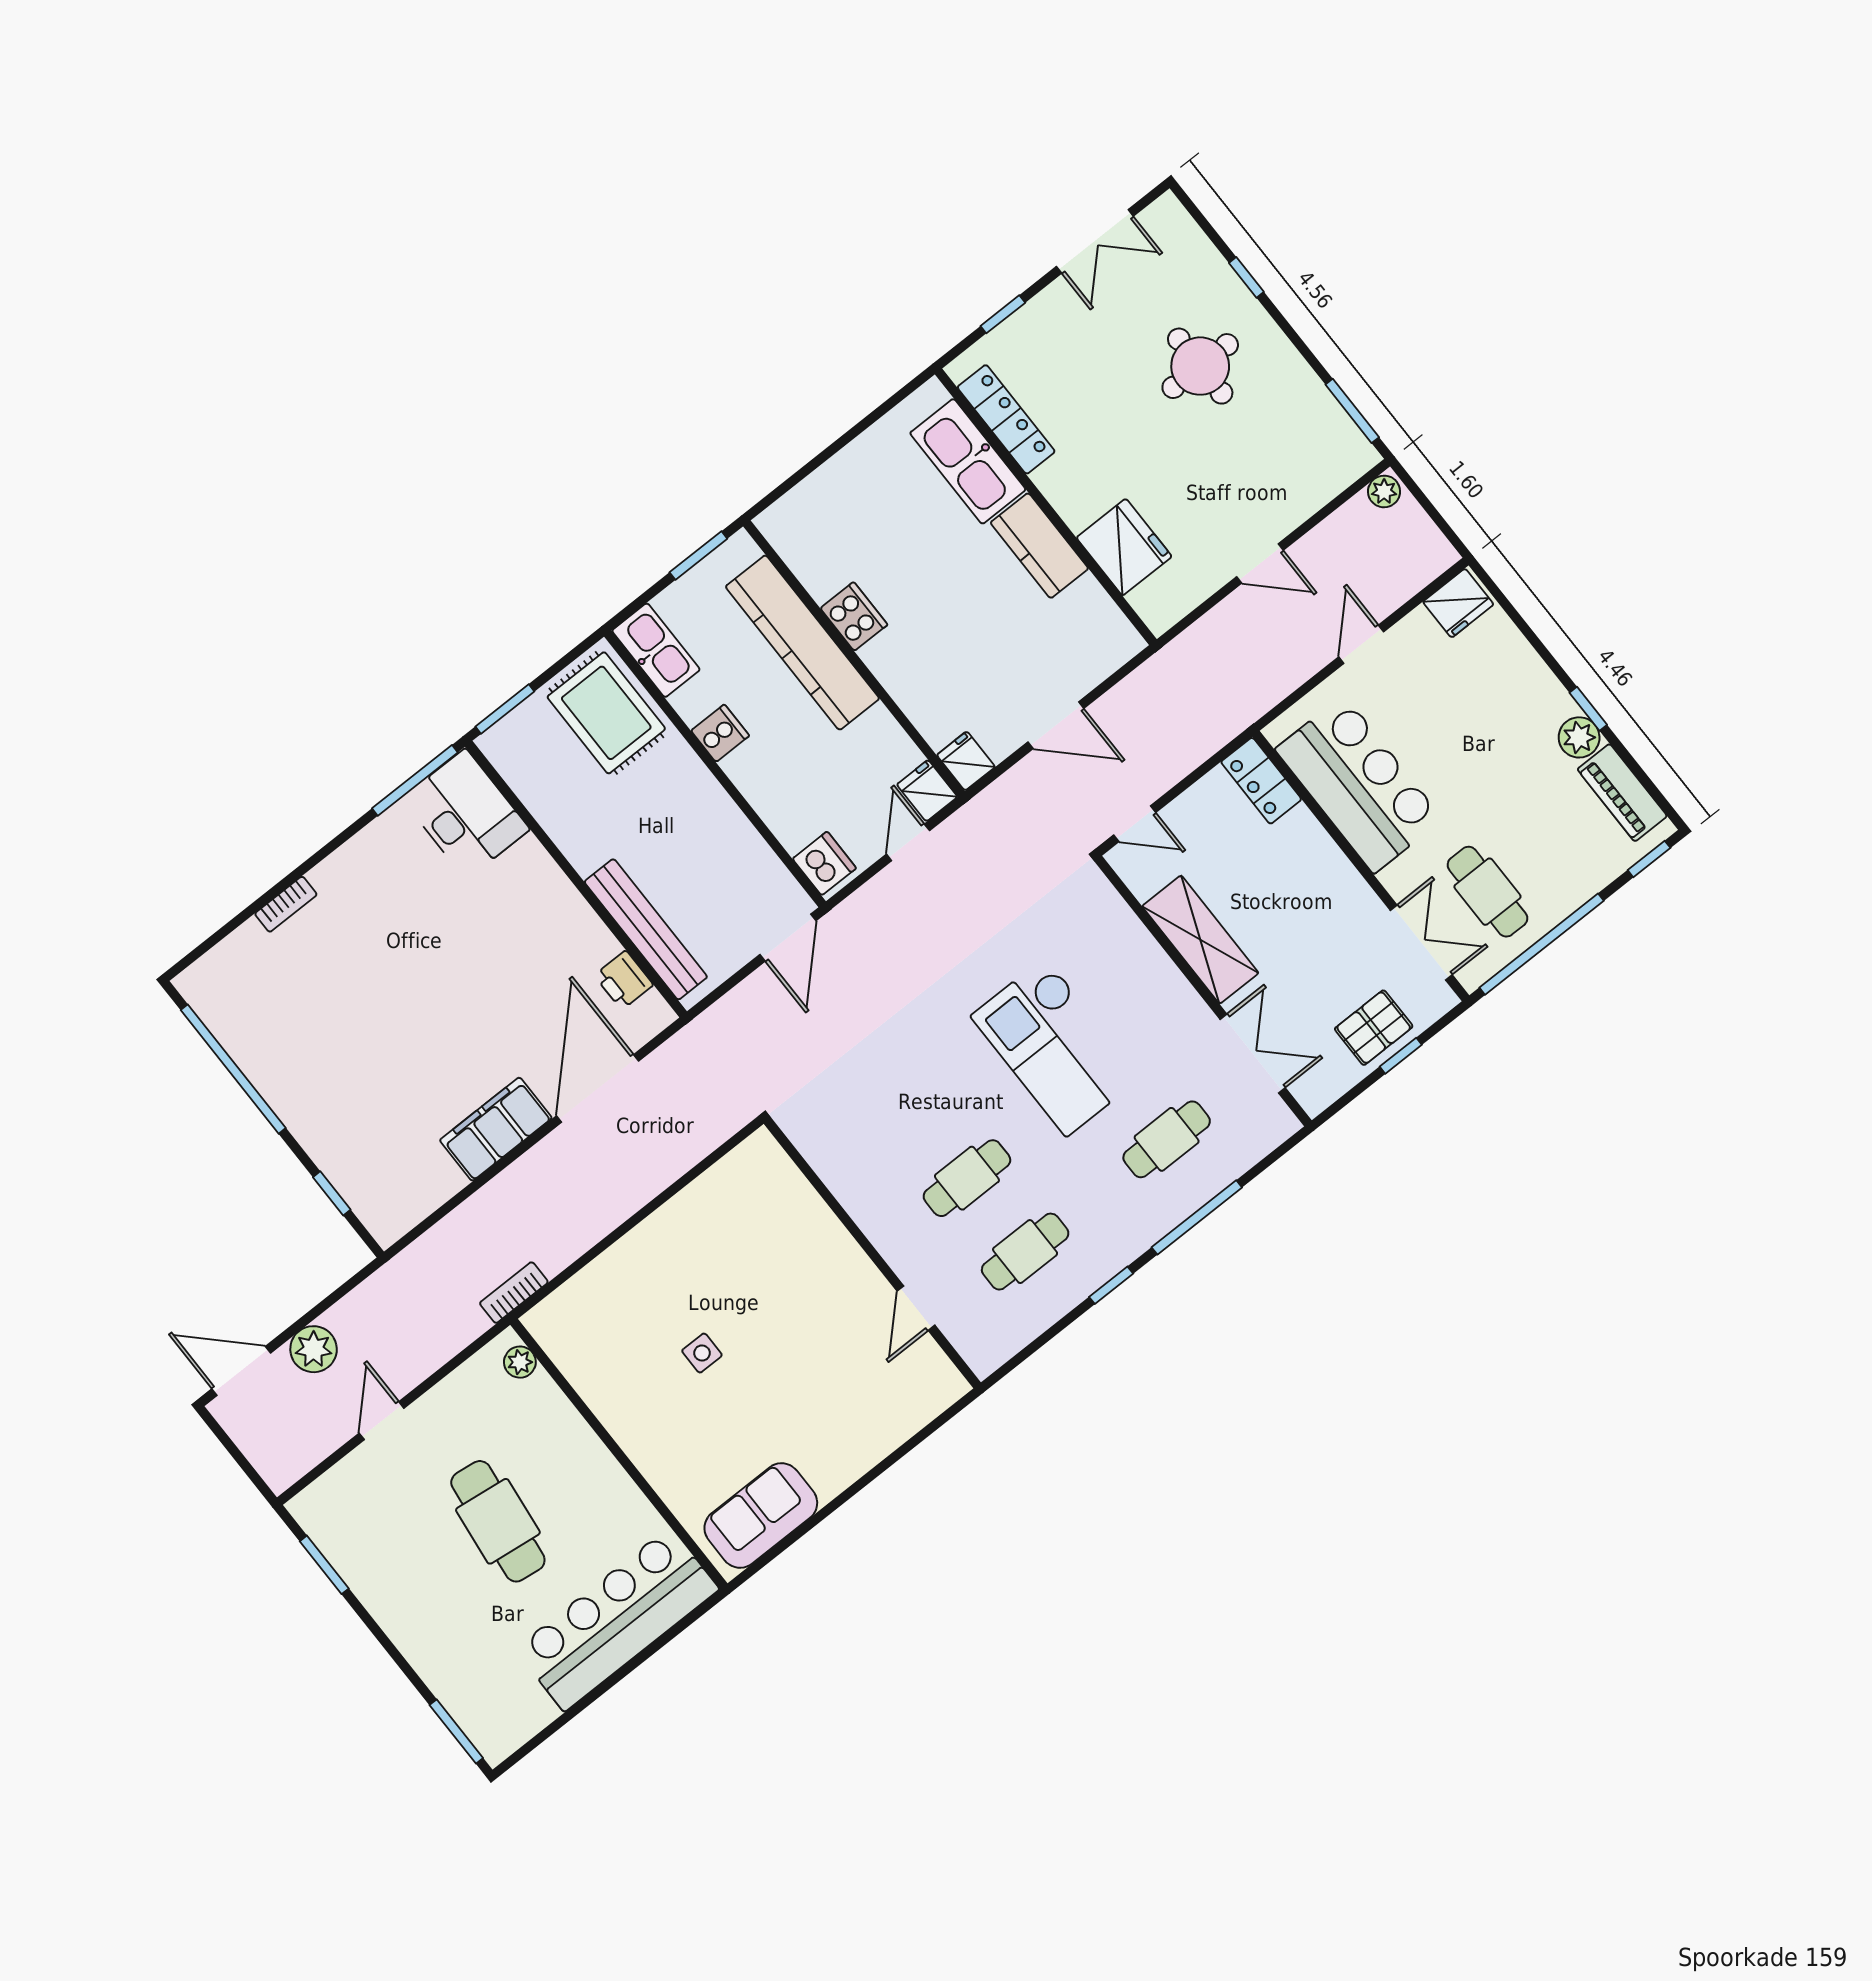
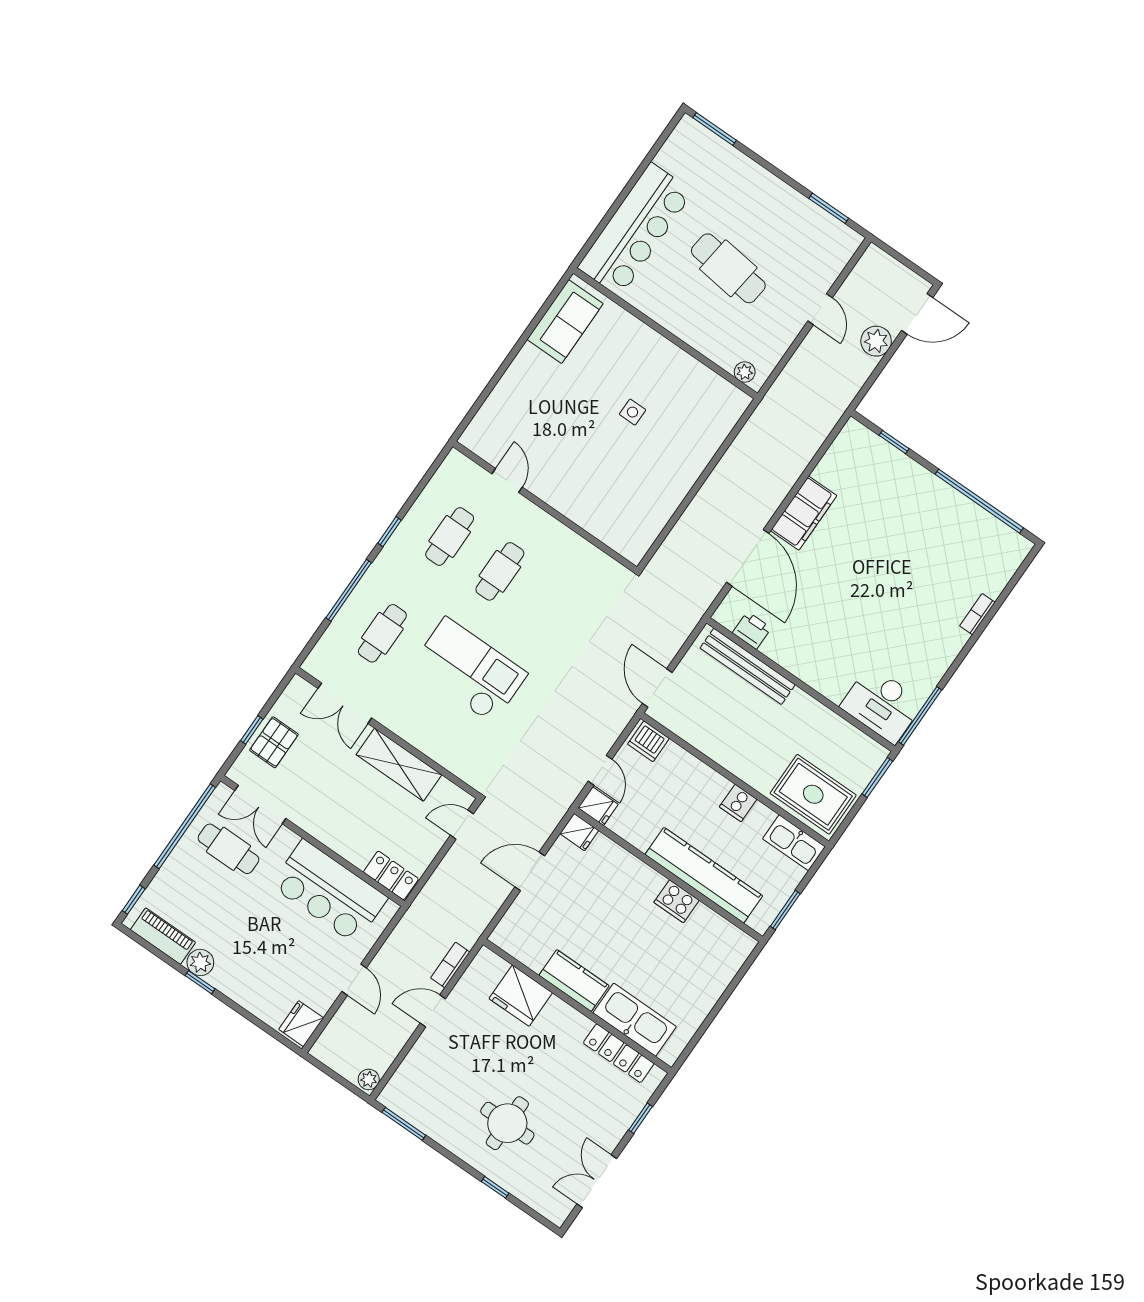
bookcase: (514, 1293) -> (450, 965), moved, turned 180

